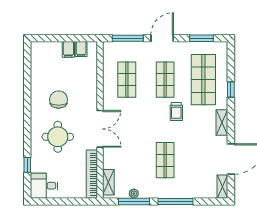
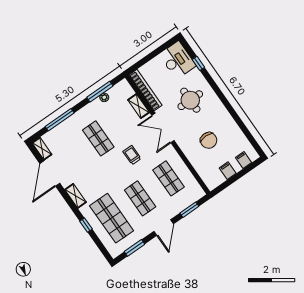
window: (128, 38) -> (189, 210), width x0.69
filing cabinet: (81, 49) -> (243, 160), moved
chair: (59, 100) -> (209, 140), moved
trolley: (176, 112) -> (132, 155), moved
shelving: (108, 182) -> (139, 106), moved
desk: (44, 186) -> (178, 60), width x1.37
window: (175, 201) -> (60, 120), moved

